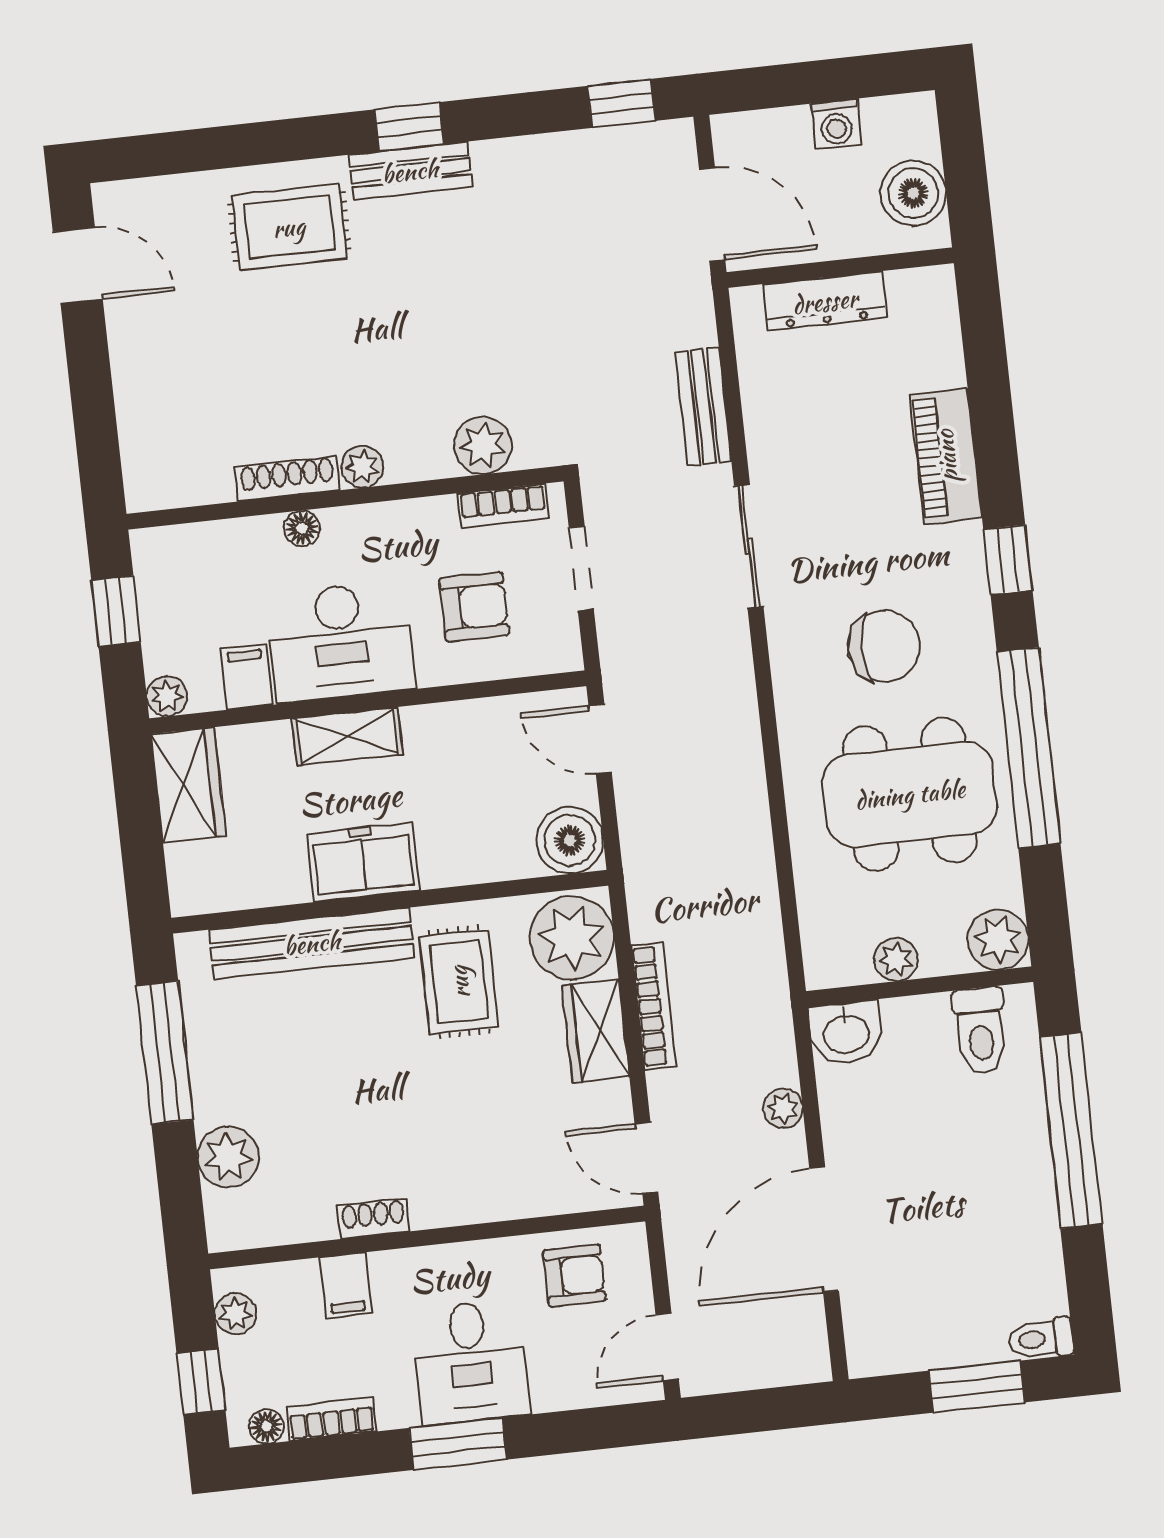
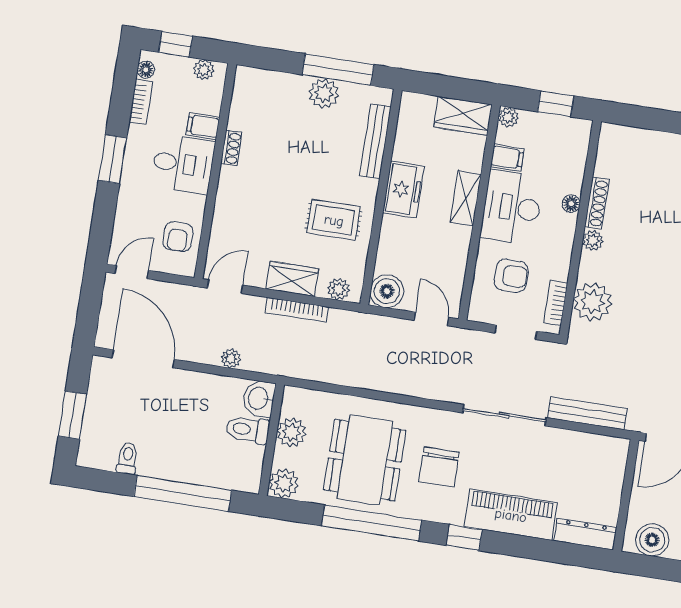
dresser: (825, 301) -> (585, 534), moved, turned 90
bench: (703, 407) -> (587, 413), width x1.36
plant: (483, 445) -> (592, 302), width x1.36, depth x1.36
piano: (946, 456) -> (511, 515), width x1.37, depth x1.33
sliding door: (749, 546) -> (504, 415), width x1.37
armchair: (474, 607) -> (511, 276), turned -90
door: (600, 739) -> (431, 319), hinge flipped
plant: (572, 938) -> (339, 289), width x0.53, depth x0.53
bench: (312, 943) -> (375, 141), width x0.73, depth x0.82
plant: (896, 959) -> (291, 432), width x1.38, depth x1.38
toilet: (981, 1031) -> (248, 430), moved
plant: (228, 1157) -> (324, 93), moved
door: (824, 1229) -> (143, 359), moved
toilet: (1041, 1339) -> (127, 458), moved
door: (667, 1347) -> (132, 272), hinge flipped
desk: (471, 1362) -> (183, 164), moved, turned 180

